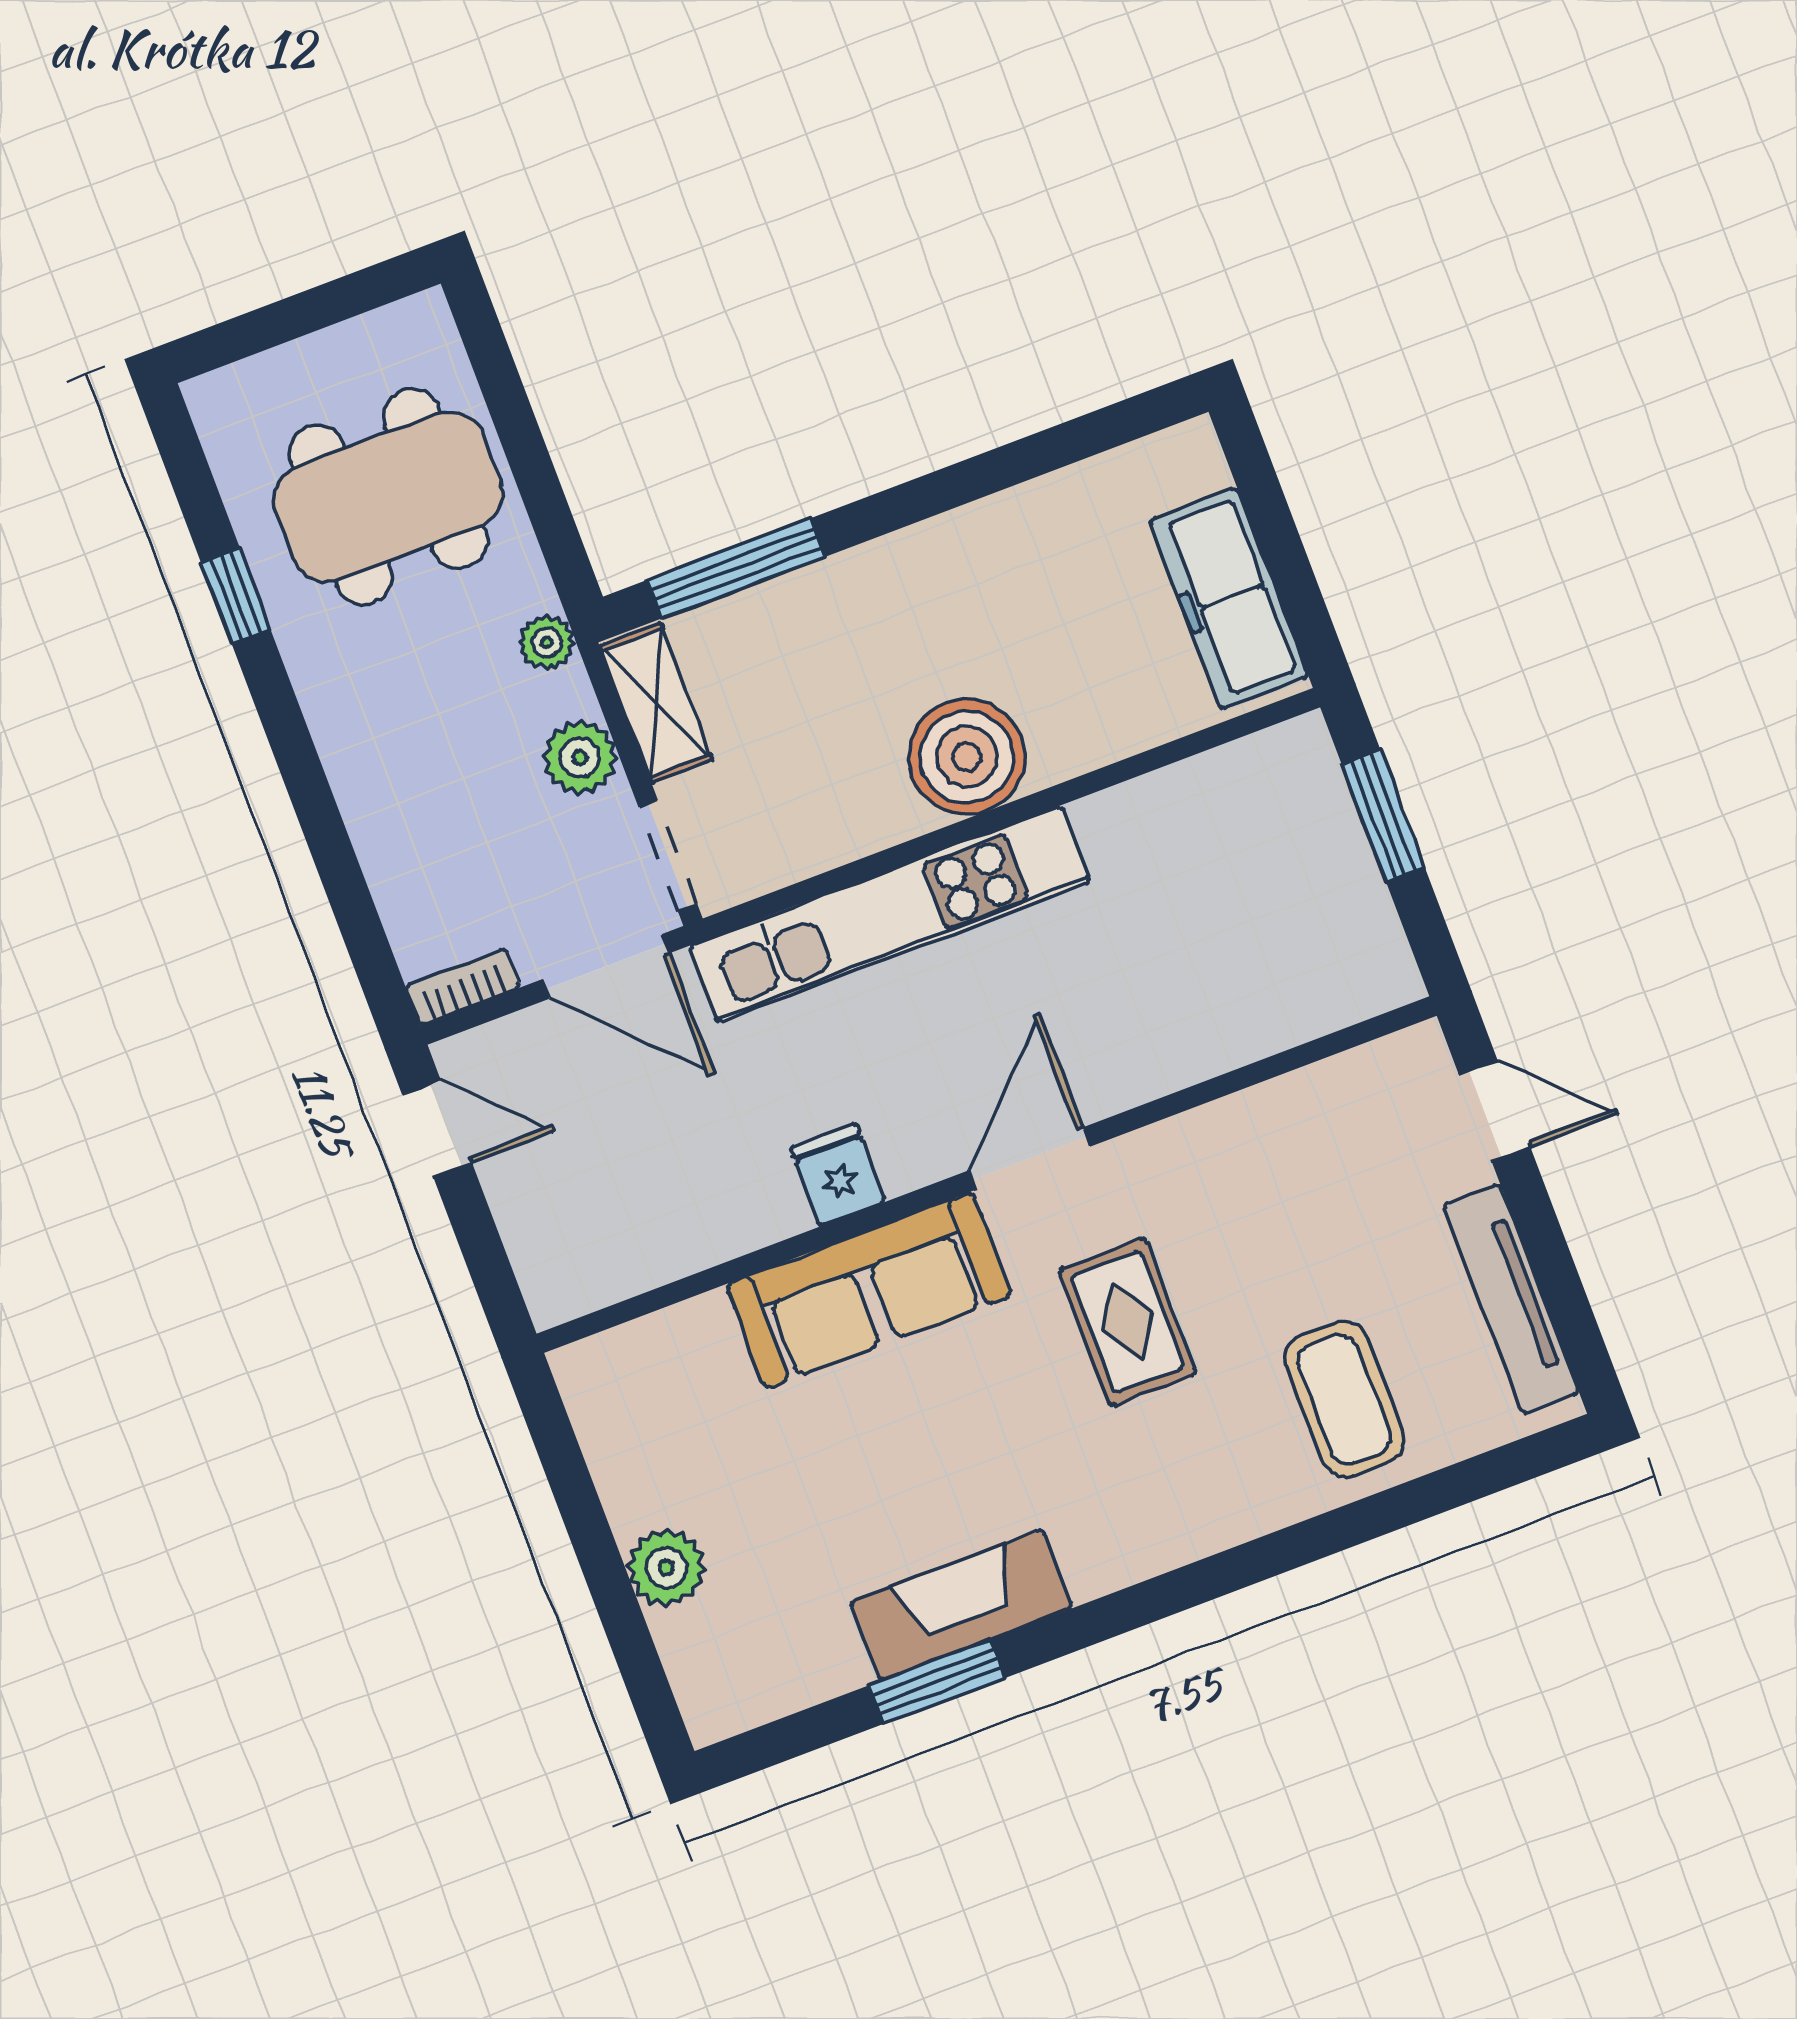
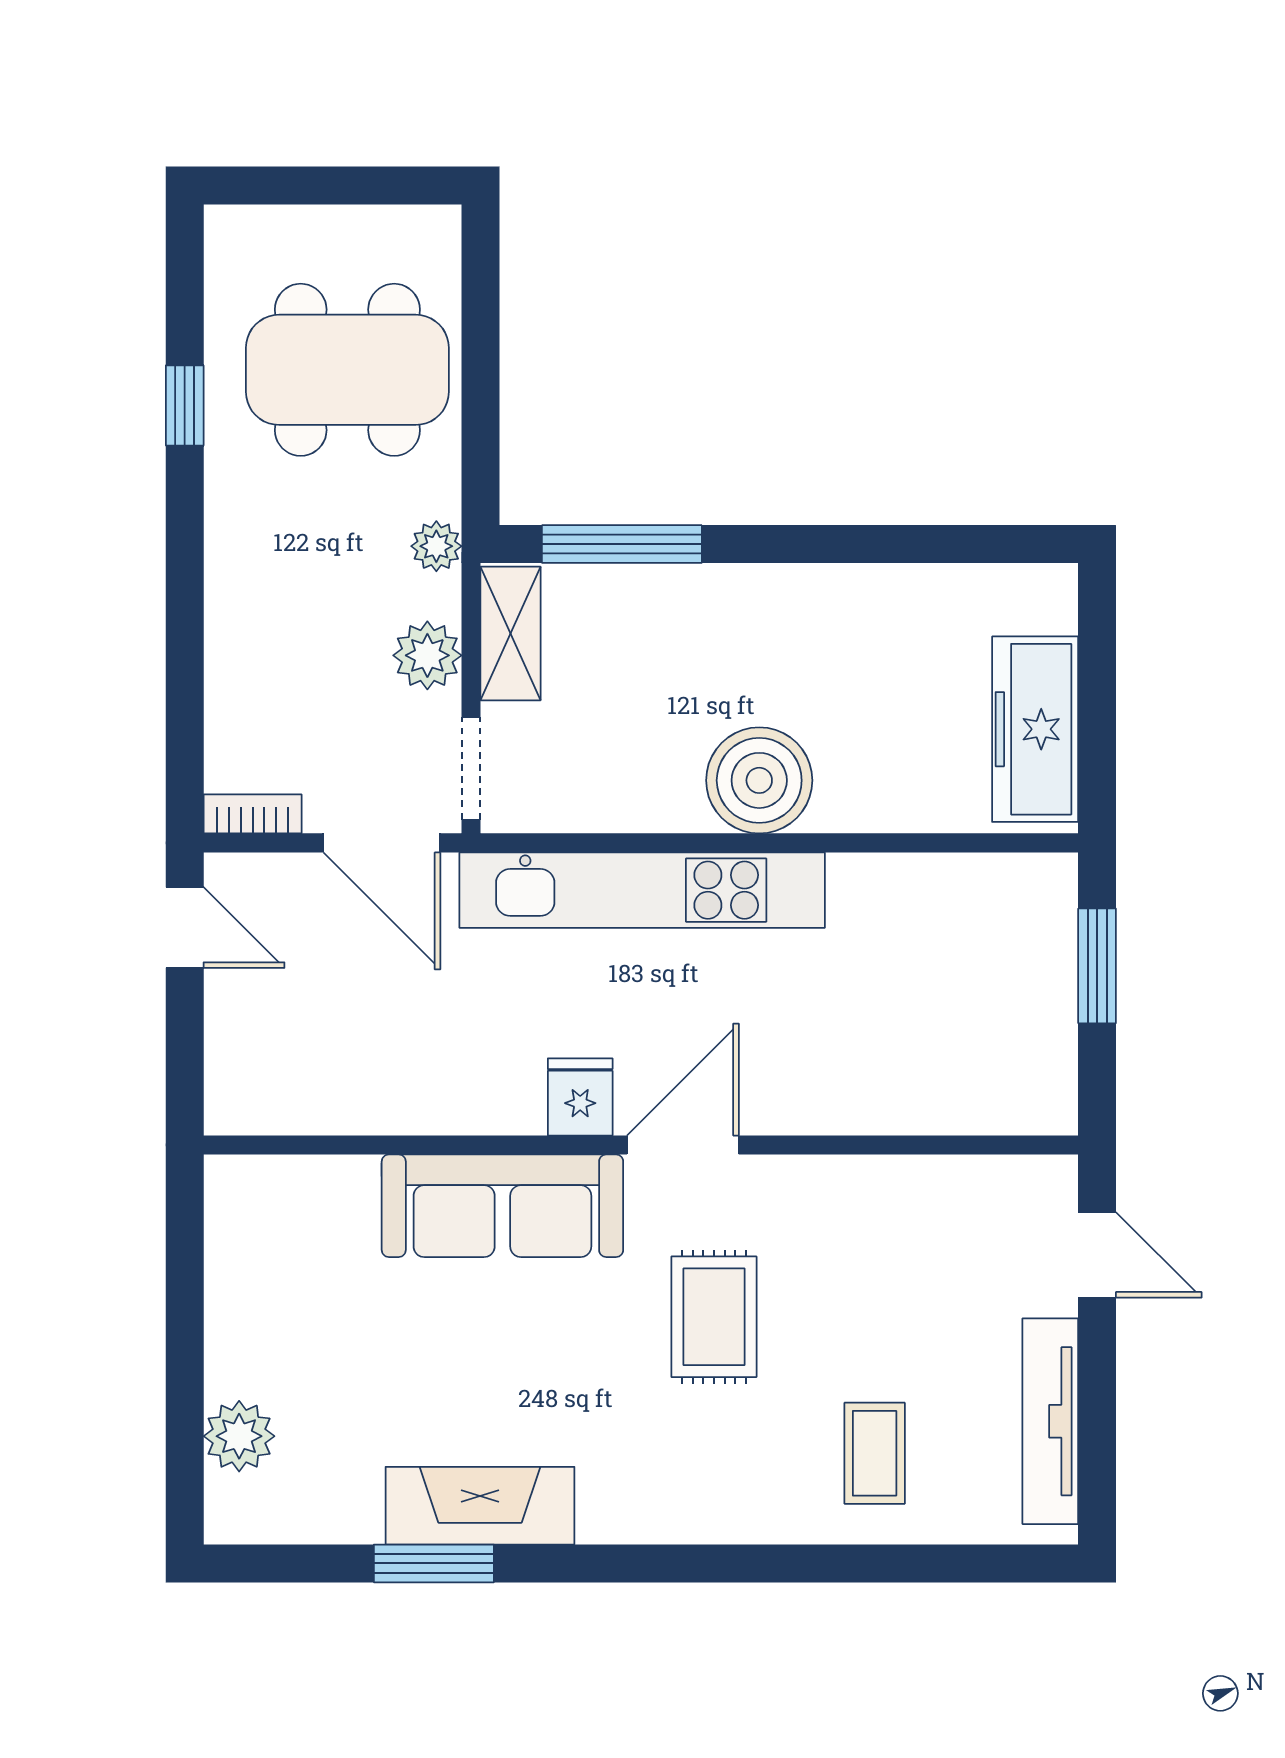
fridge: (838, 1175) -> (580, 1097), moved
coffee table: (1344, 1399) -> (875, 1453), width x0.73, depth x0.77
plant: (666, 1568) -> (239, 1436), moved

